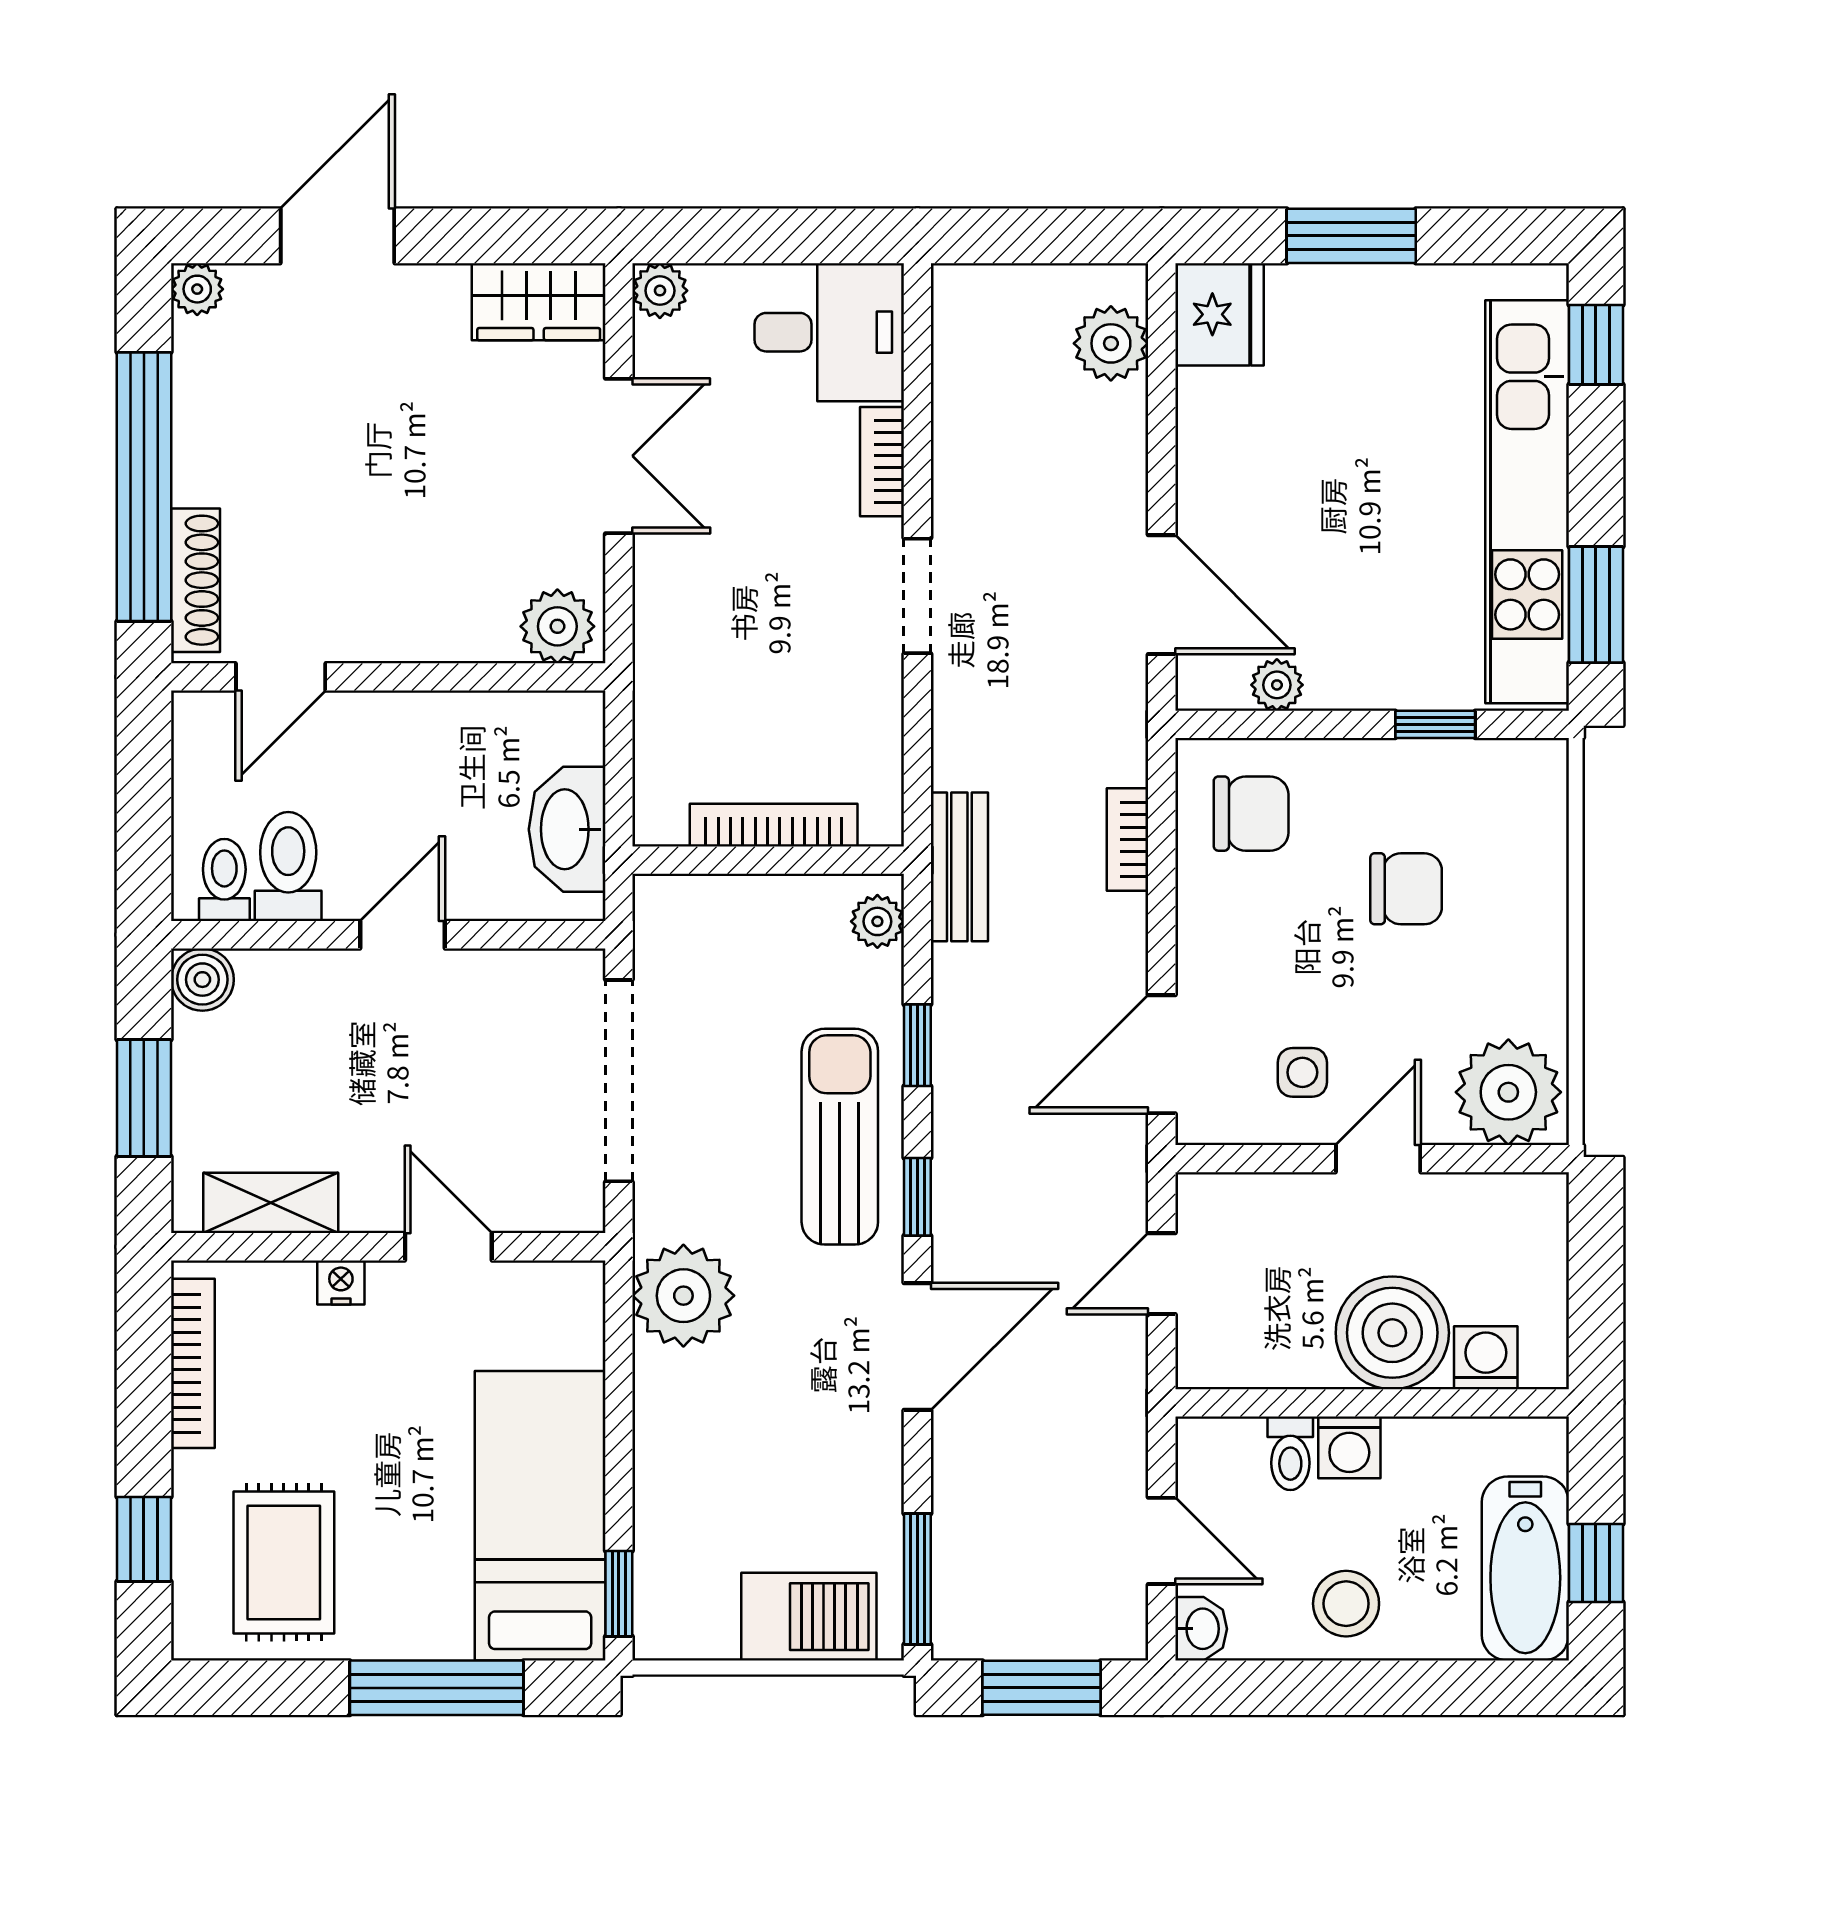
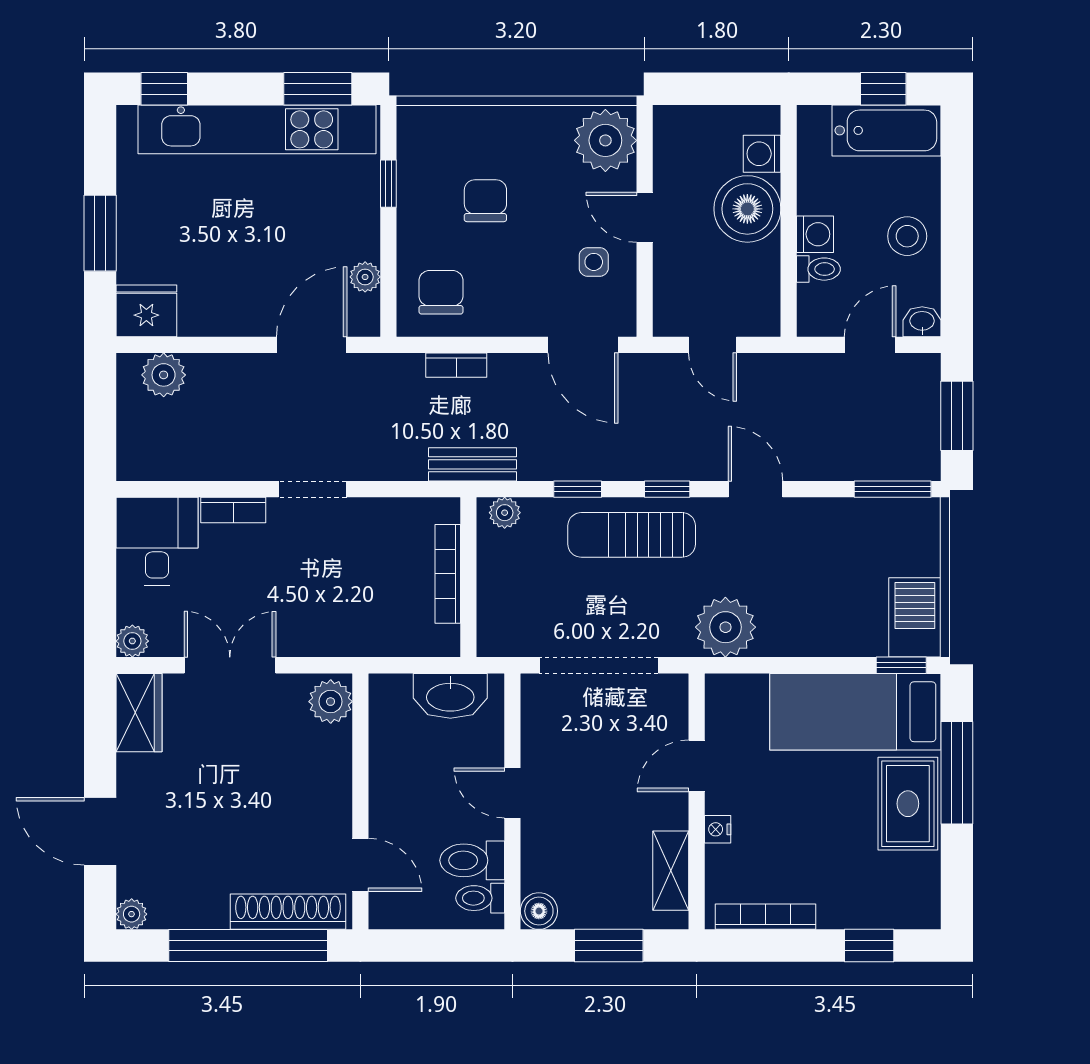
shoe rack: (196, 580) -> (288, 912), width x1.36, depth x1.24
door: (917, 1347) -> (755, 489), width x0.73
rug: (284, 1562) -> (908, 804), moved, turned 90
barbecue: (809, 1617) -> (915, 617), moved

